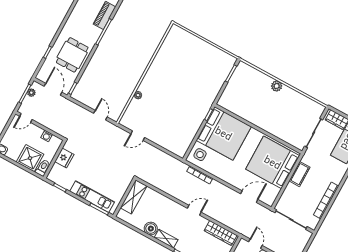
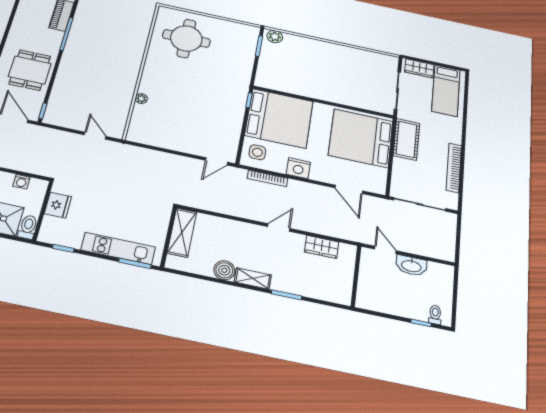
round table: (183, 55) -> (186, 38), added
plant: (277, 86) -> (275, 37), moved
door: (138, 136) -> (216, 161), moved
nightstand: (222, 173) -> (298, 168), added
cot: (300, 174) -> (406, 139), width x1.37, depth x1.34
door: (249, 197) -> (349, 189), swing flipped
wardrobe: (221, 233) -> (322, 247), width x0.67

